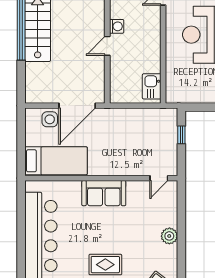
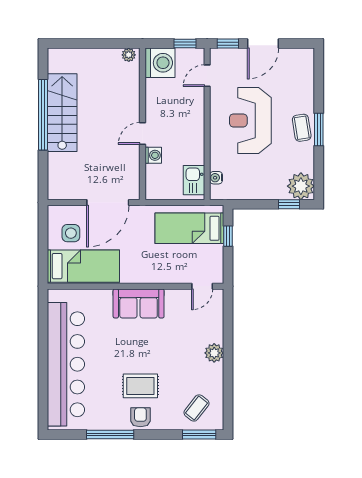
washing machine: (117, 26) -> (153, 155), moved
water cooler: (171, 84) -> (216, 178), added
side table: (50, 119) -> (71, 233), moved
bed: (148, 128) -> (189, 228), added

